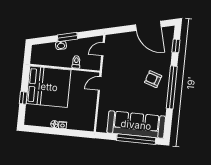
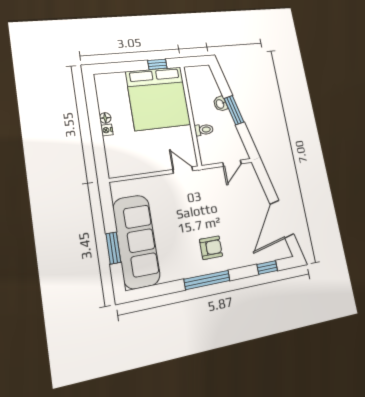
door: (103, 49) -> (232, 163), swing flipped
armchair: (153, 79) -> (211, 248), turned 72
window: (172, 87) -> (207, 280), width x0.68
window: (23, 98) -> (157, 64), moved
window: (136, 139) -> (113, 248), width x0.47

